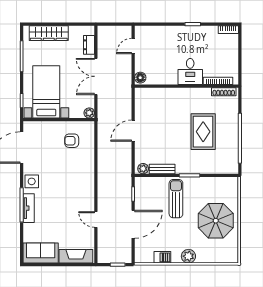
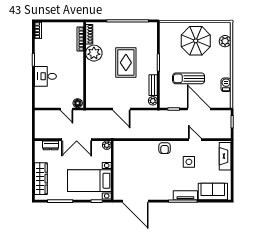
door: (133, 46) -> (66, 109), moved
desk: (190, 71) -> (45, 76), moved, turned 180
plant: (201, 97) -> (94, 53), added
rug: (203, 132) -> (126, 63), moved, turned 90
armchair: (72, 141) -> (165, 148), moved
side table: (32, 181) -> (189, 162), moved
sun lounger: (176, 199) -> (189, 78), moved
door: (96, 220) -> (195, 140), swing flipped
sofa: (41, 253) -> (213, 192), moved, turned 90
plant: (188, 256) -> (225, 41), moved

